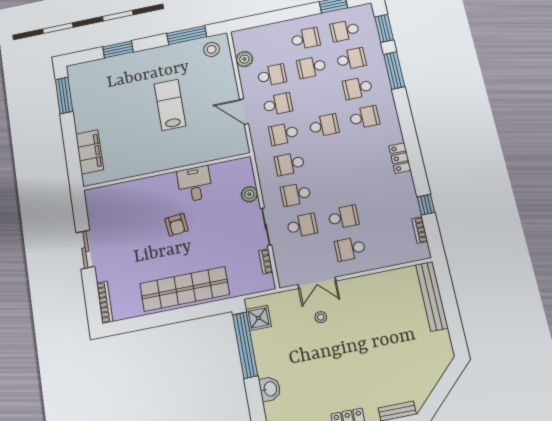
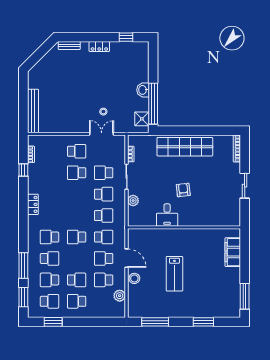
stool: (212, 49) -> (134, 278), moved
washbasin: (270, 389) -> (143, 90), moved

